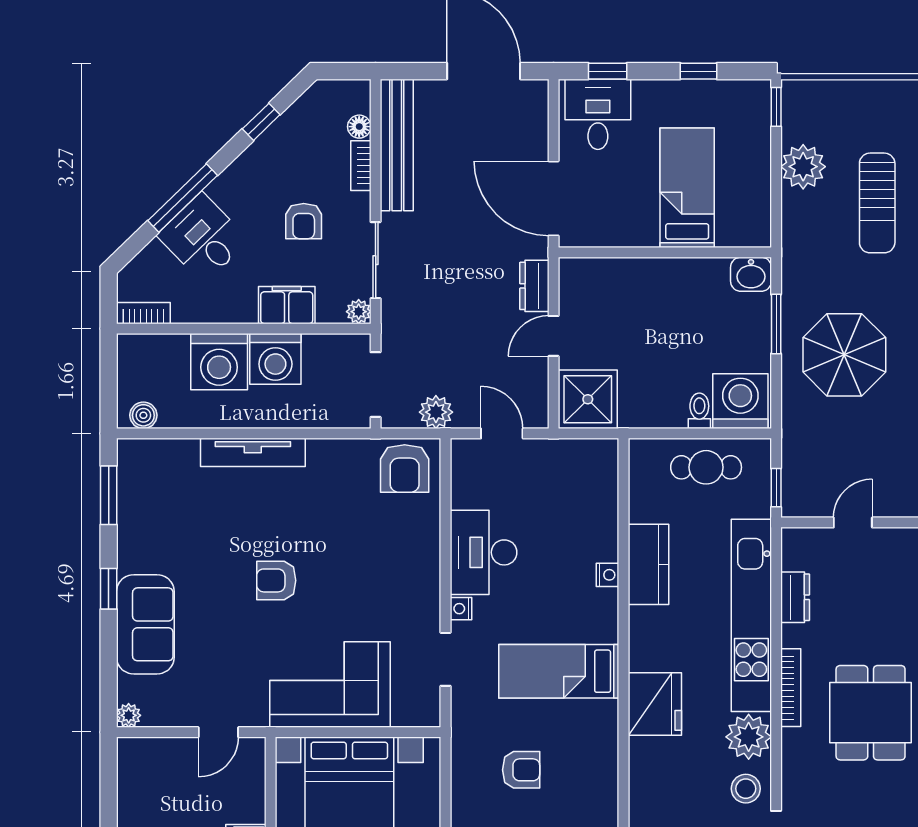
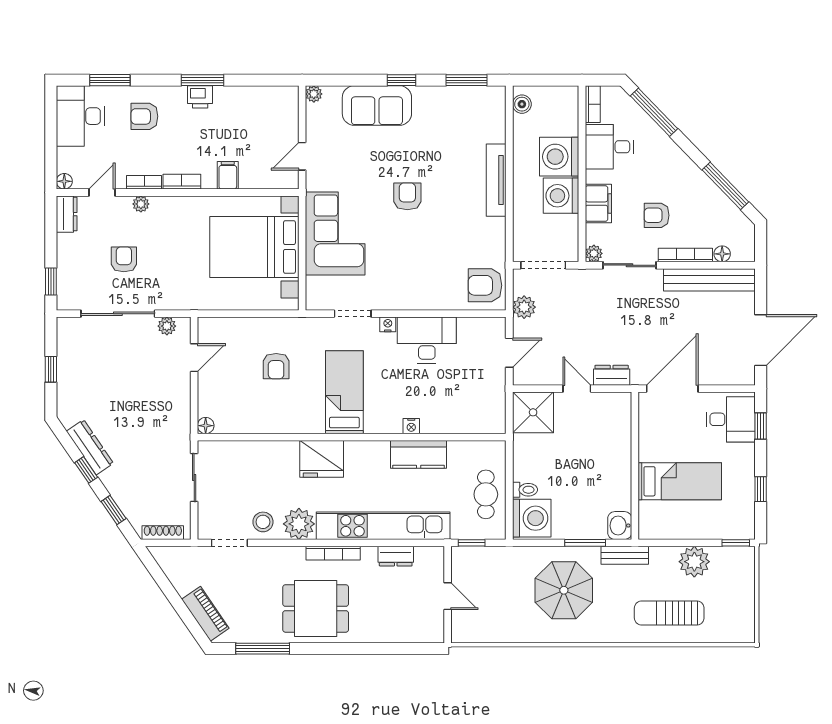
window: (261, 122) -> (725, 186), width x2.17
bookcase: (361, 166) -> (685, 255), width x1.56
window: (183, 198) -> (654, 112), moved
desk: (203, 238) -> (609, 147), moved, turned -136
bench: (794, 267) -> (625, 555), added
door: (218, 732) -> (302, 156), hinge flipped

